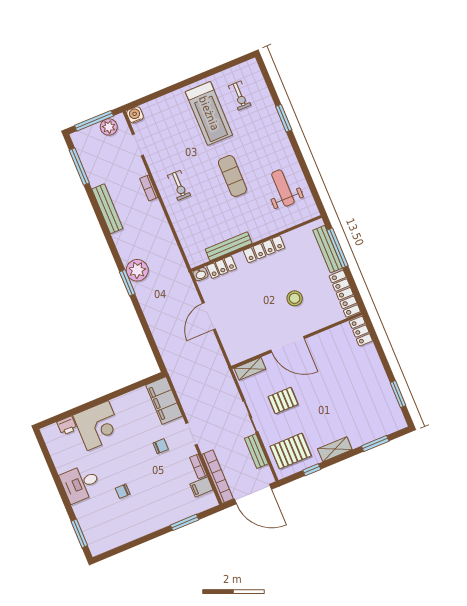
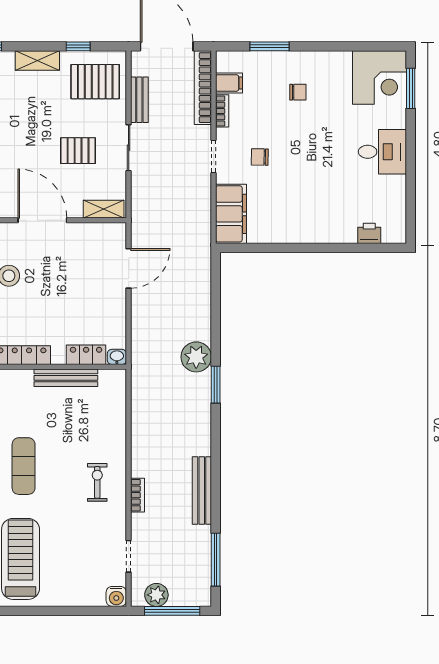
plant: (137, 270) -> (196, 357), moved
door: (209, 316) -> (129, 268), moved
corner desk: (98, 426) -> (380, 77), moved, turned 180
chair: (123, 491) -> (298, 92), moved

